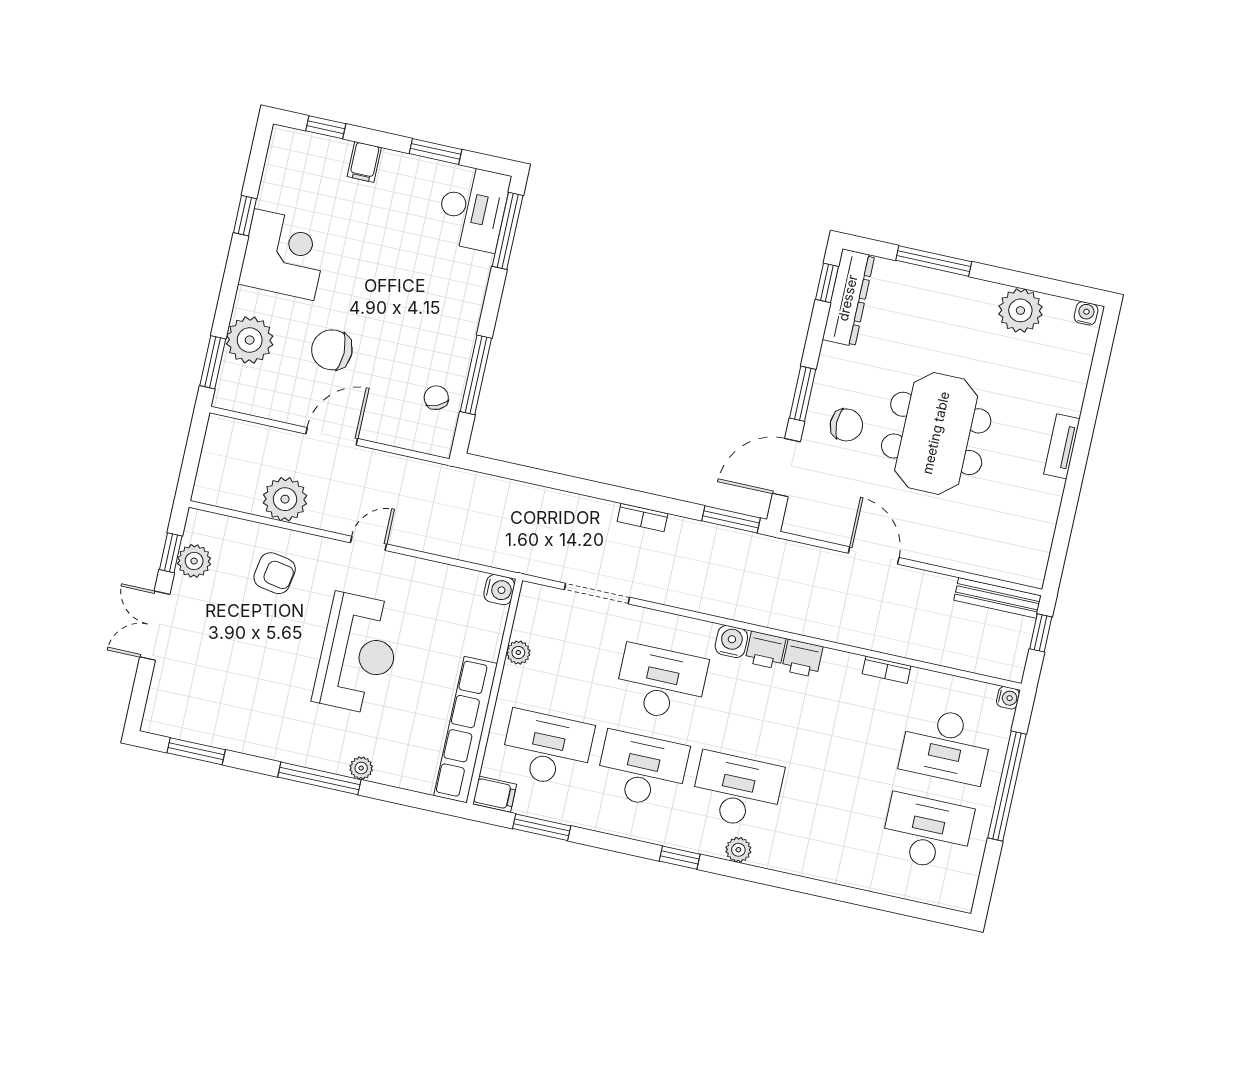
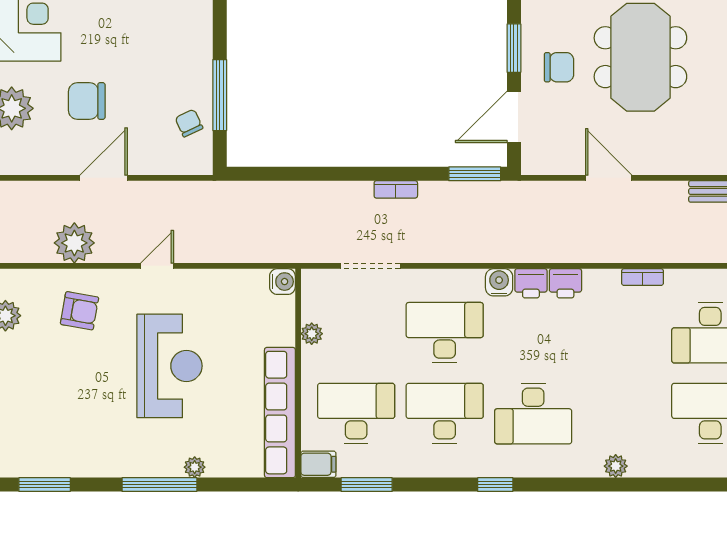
desk: (737, 790) -> (533, 414), turned 180
plant: (738, 850) -> (616, 466), moved

